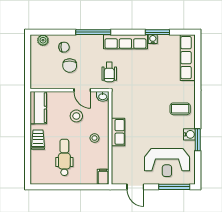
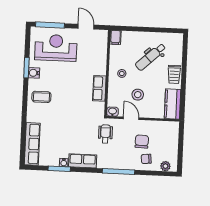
row of seats: (125, 42) -> (83, 161), width x0.68
row of seats: (118, 132) -> (99, 88), moved
dental chair: (64, 157) -> (151, 57), turned 47

